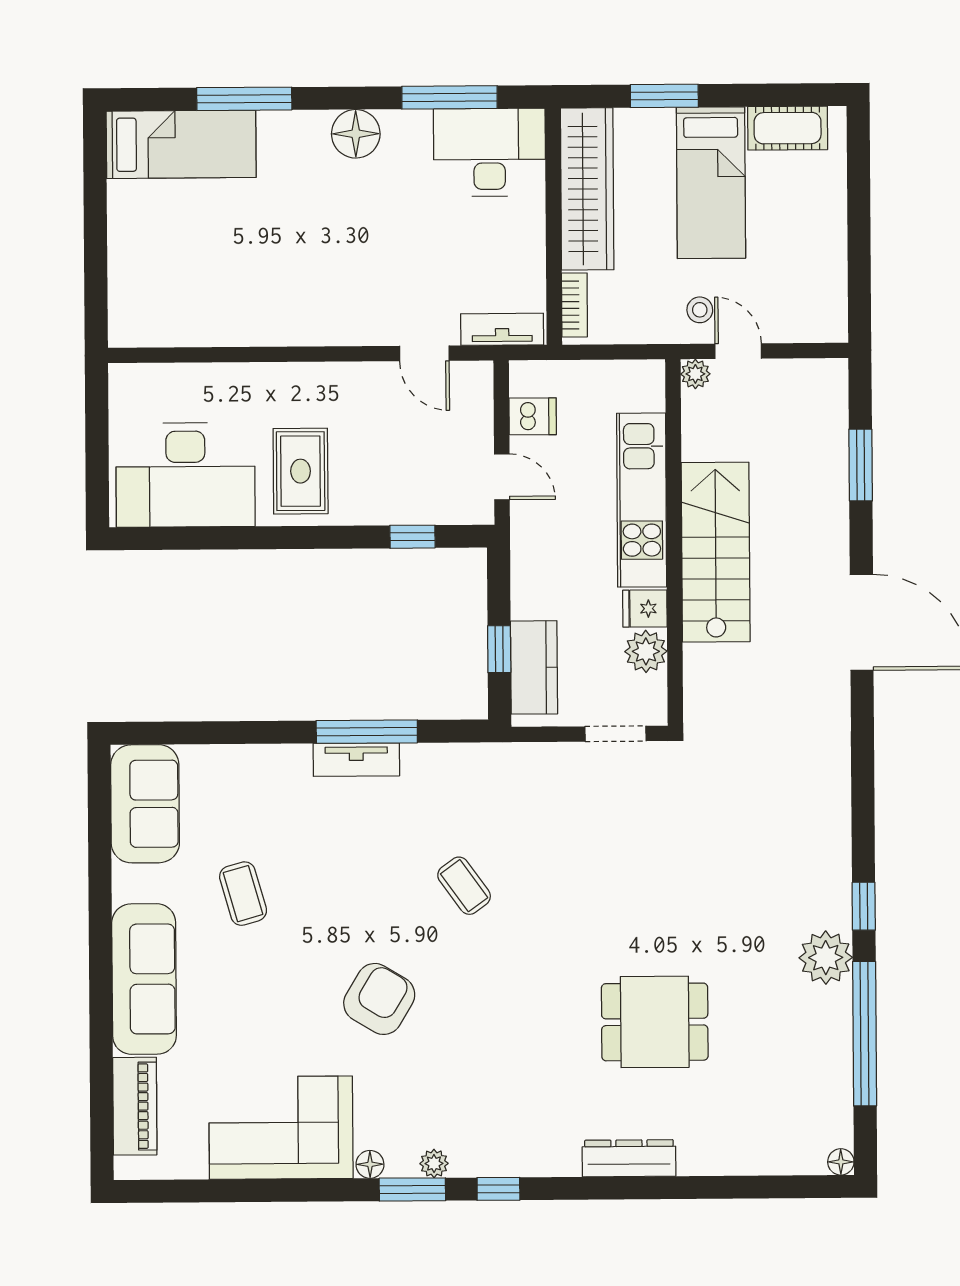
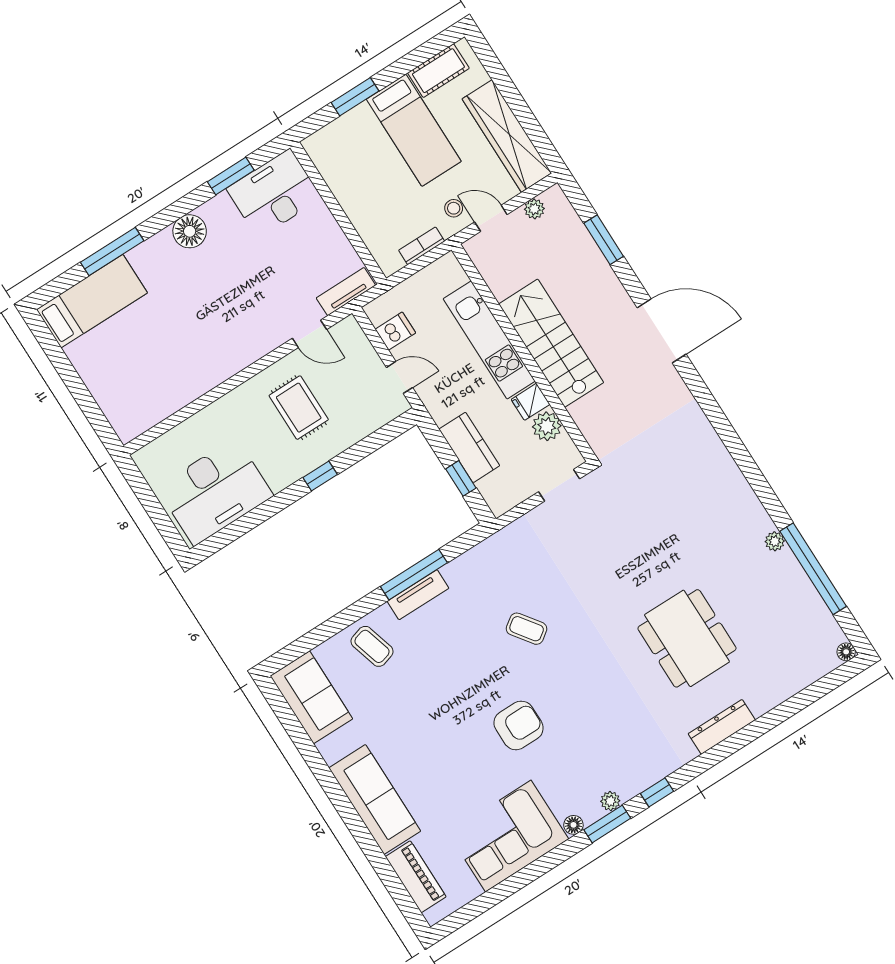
window: (449, 97) -> (231, 176), width x0.69
wardrobe: (587, 189) -> (507, 136), moved, turned 180
bookcase: (574, 305) -> (422, 246), moved, turned -90
plant: (695, 374) -> (534, 209), moved
rug: (301, 471) -> (299, 408), moved
window: (412, 537) -> (320, 476), moved
kitchen counter: (534, 667) -> (469, 447), moved
coffee table: (243, 894) -> (372, 646), moved
window: (864, 906) -> (766, 495), removed
plant: (826, 958) -> (775, 541), width x0.53, depth x0.53
armchair: (379, 999) -> (519, 725), turned 59
dining table: (655, 1022) -> (687, 638), width x1.38

